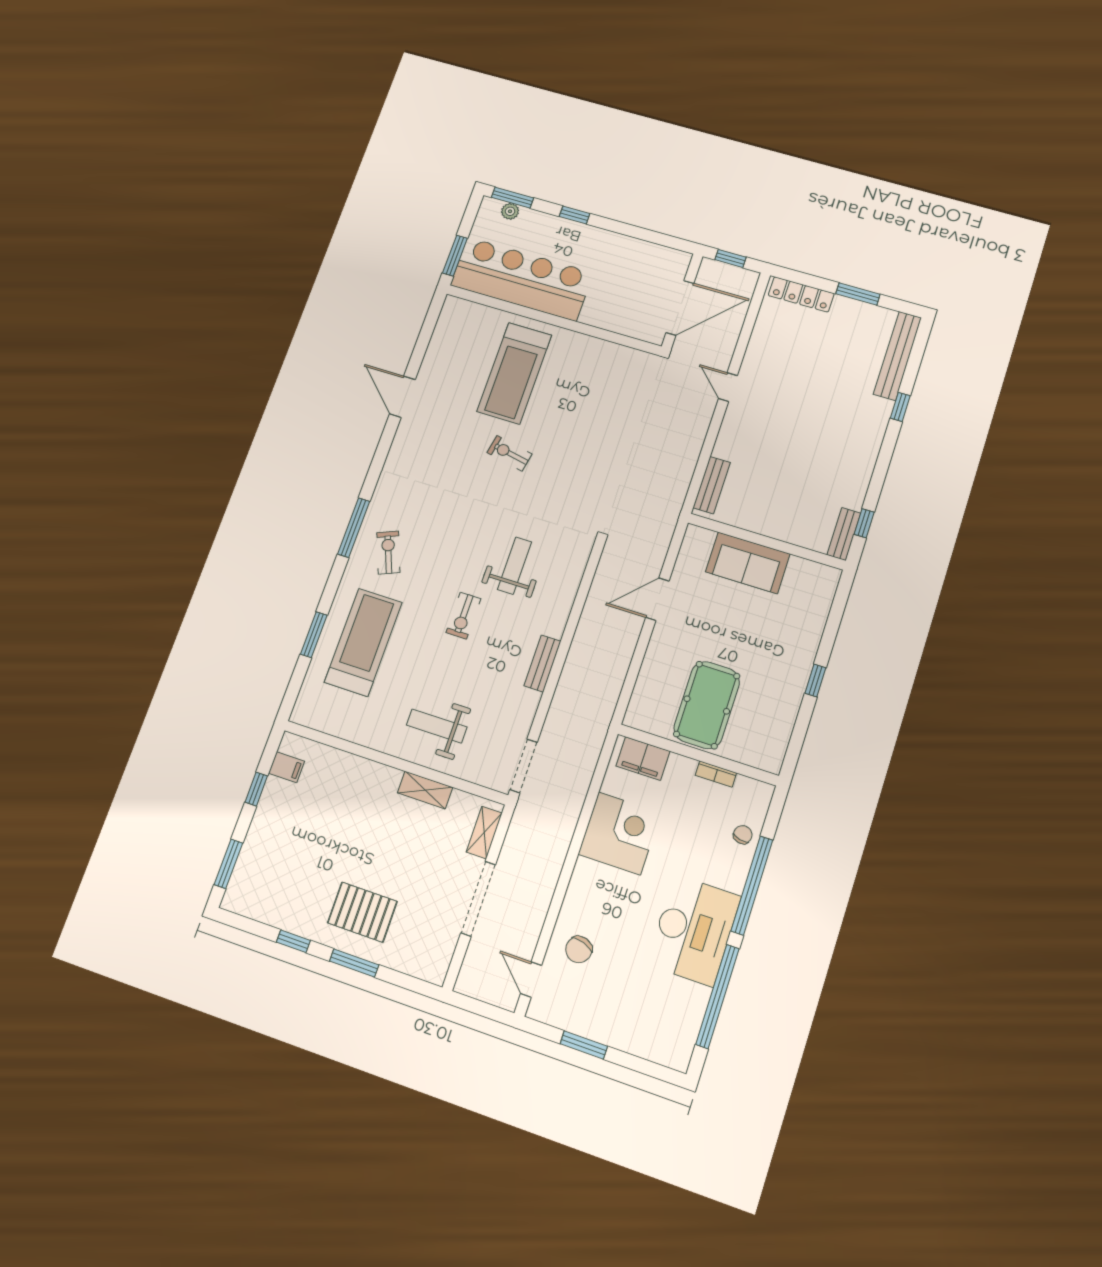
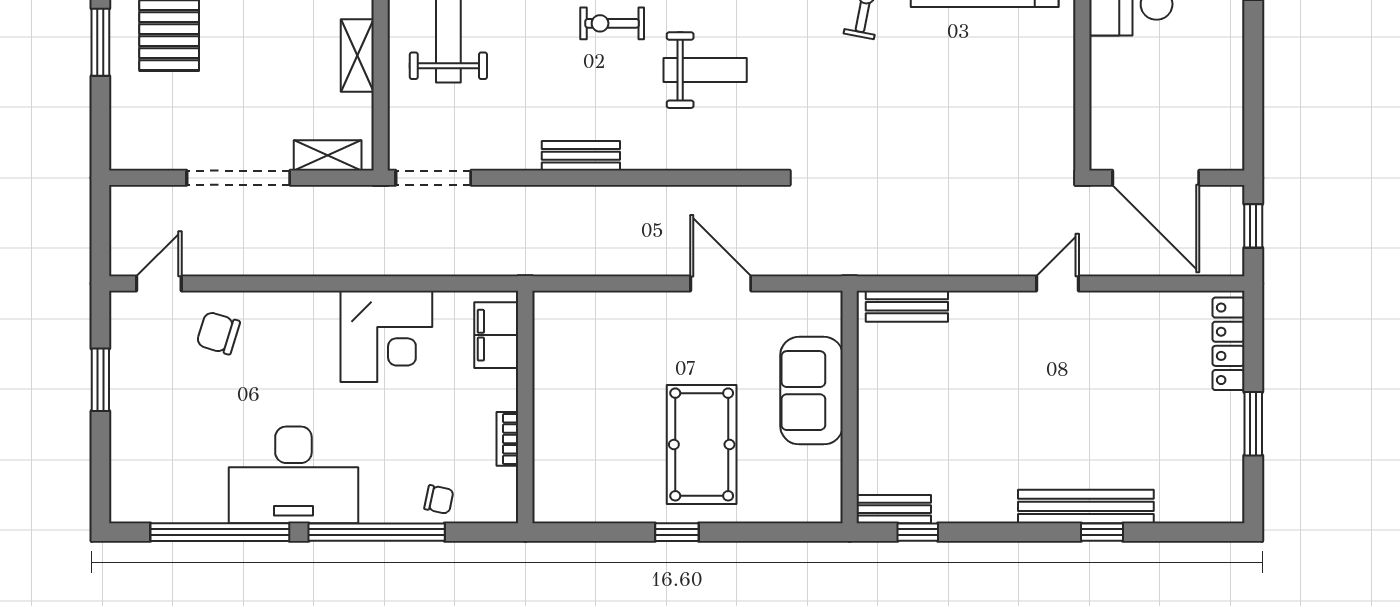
bench: (897, 356) -> (1086, 506), moved
pool table: (707, 705) -> (702, 444), moved, turned 90

